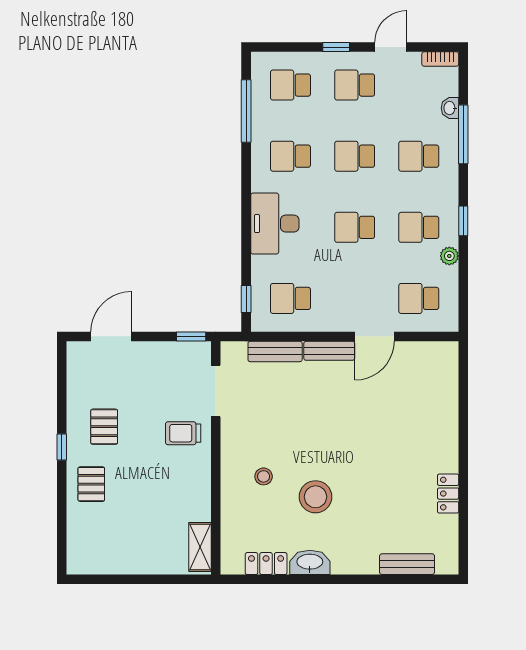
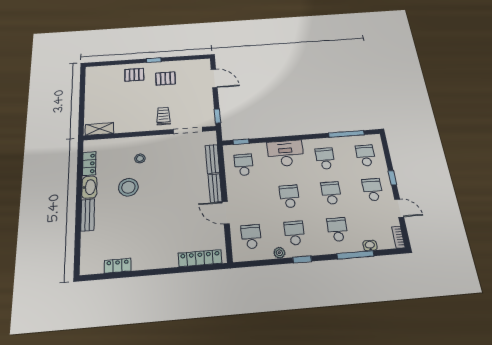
locker: (447, 384) -> (200, 258), added
locker: (448, 494) -> (118, 266), moved
bench: (407, 564) -> (88, 215), moved

